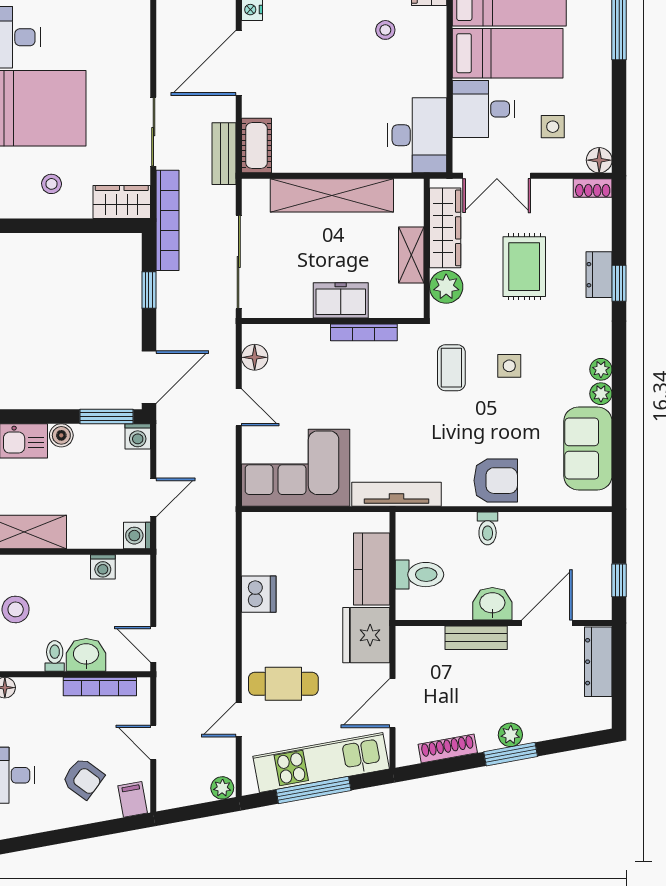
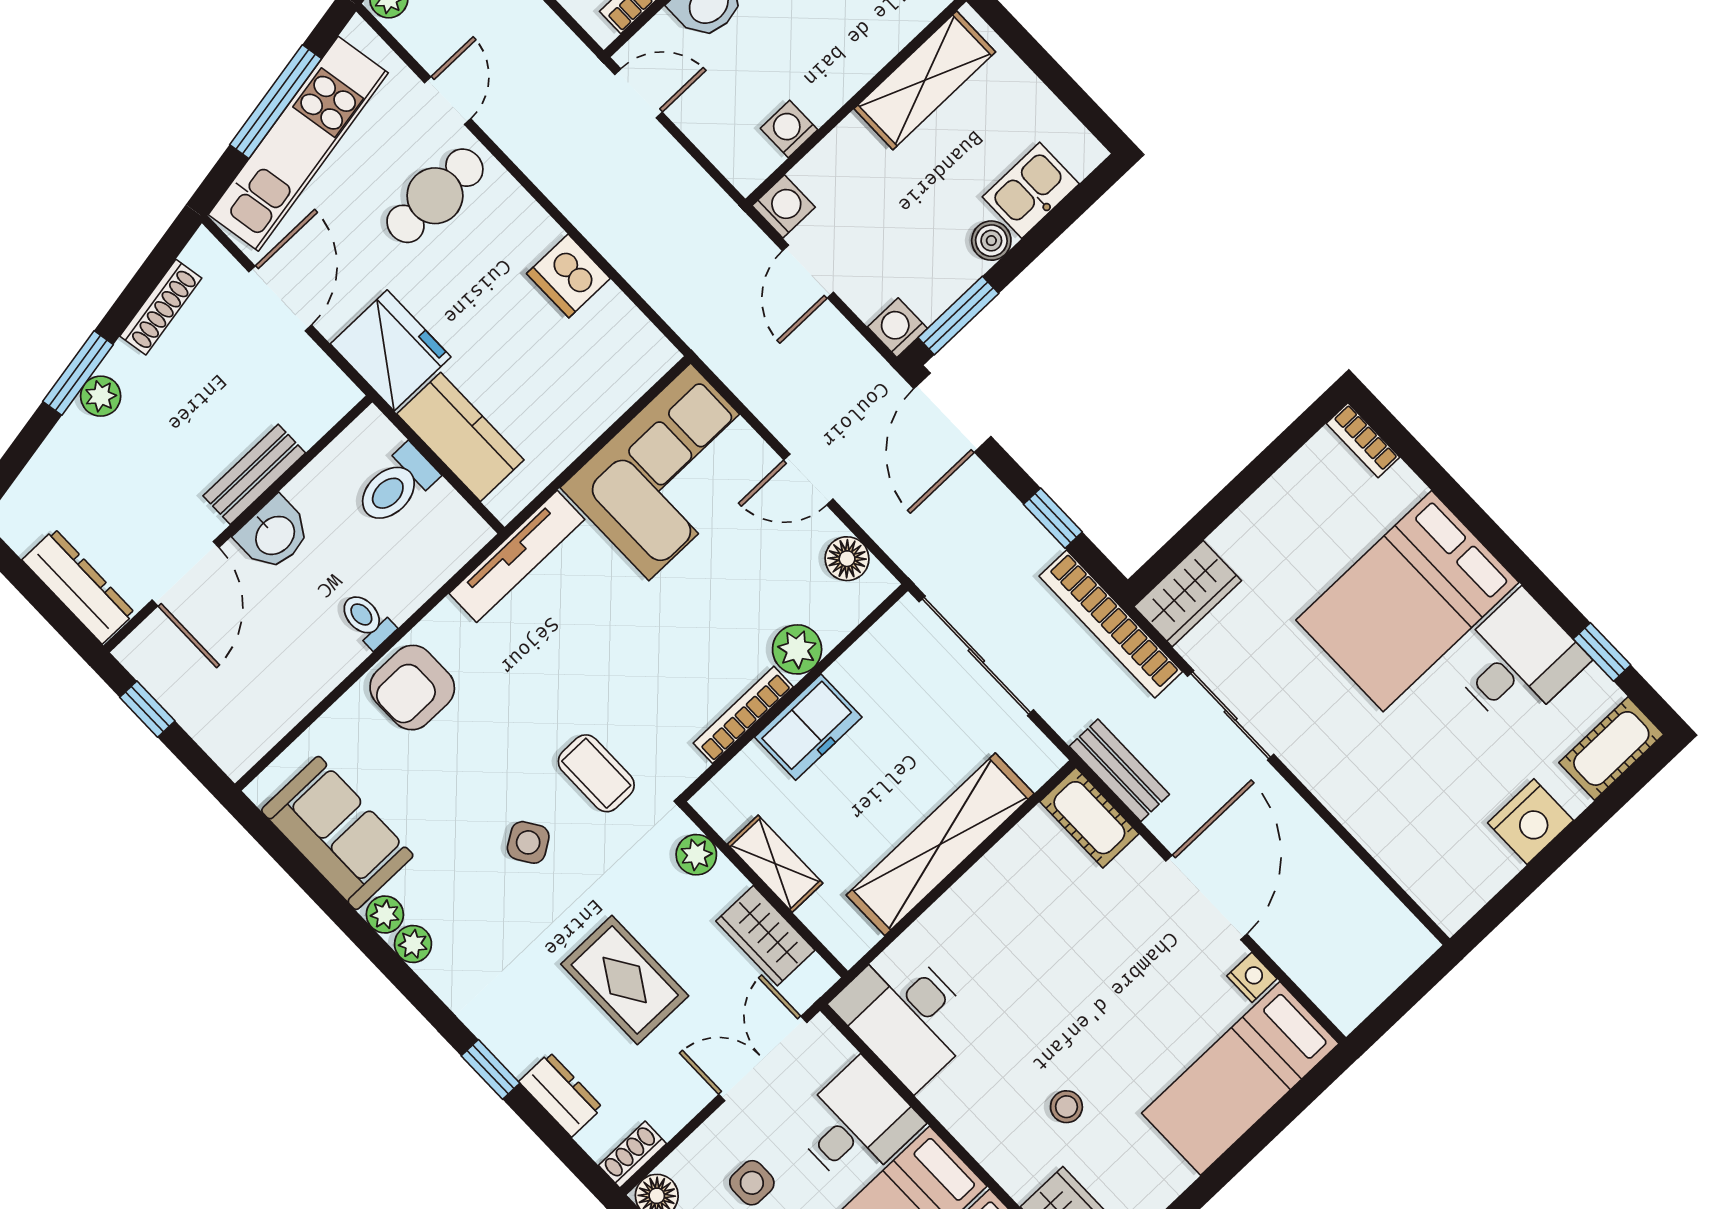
stool: (52, 184) -> (1294, 534), removed
wardrobe: (445, 228) -> (765, 936), width x0.67
dresser: (599, 275) -> (561, 1094), moved
plant: (446, 287) -> (696, 855), width x0.73, depth x0.73
plant: (314, 339) -> (797, 649), added
side table: (509, 366) -> (528, 842), turned -33

